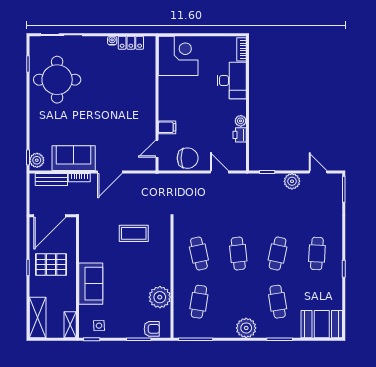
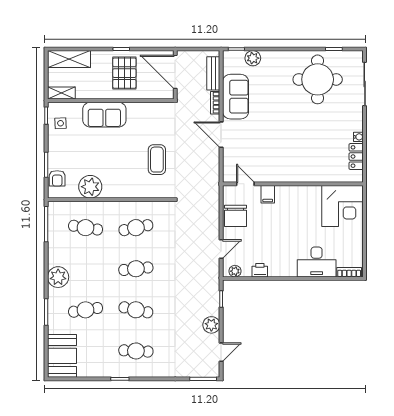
plant: (241, 121) -> (235, 271), moved
plant: (37, 160) -> (253, 58), moved

